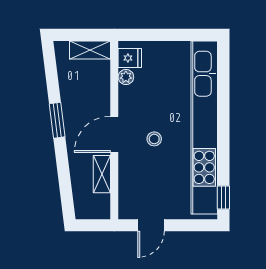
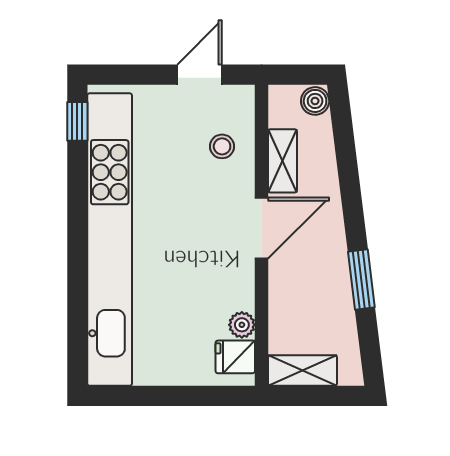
window: (57, 120) -> (361, 279), moved
stool: (154, 139) -> (222, 146), moved
boiler: (83, 210) -> (315, 101), added

